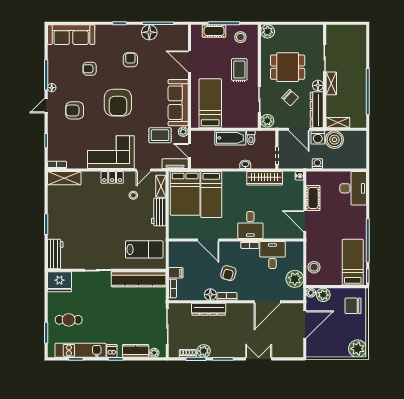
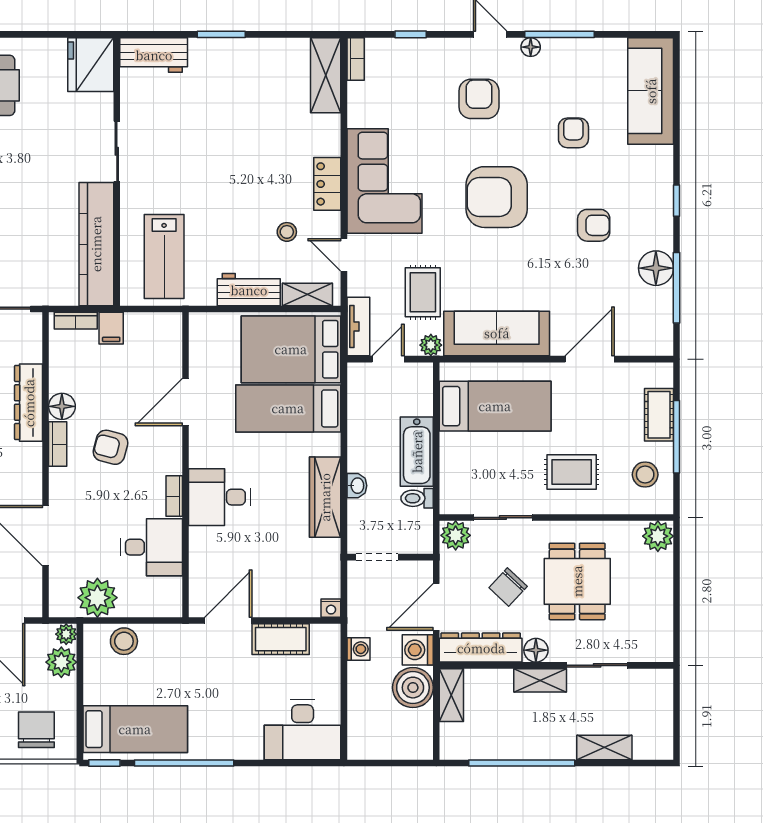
shelving: (361, 55) -> (604, 748), added
wardrobe: (265, 178) -> (325, 497), moved

